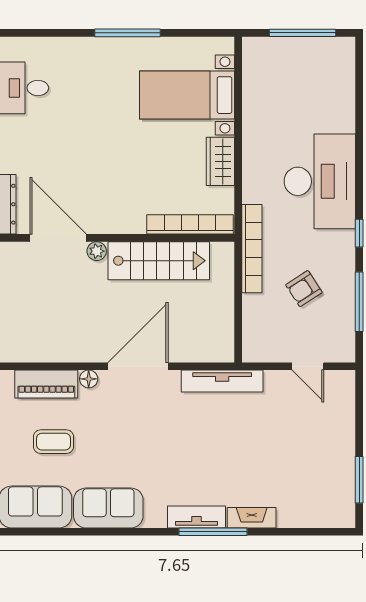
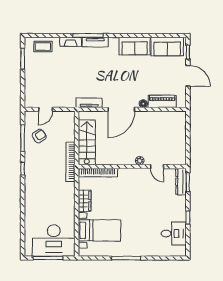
desk: (320, 181) -> (54, 241), moved, turned -90
door: (58, 238) -> (157, 167), width x0.53
stairs: (159, 261) -> (87, 142), moved, turned 90
armchair: (304, 289) -> (39, 136), moved
door: (308, 366) -> (46, 109), swing flipped
tv unit: (222, 381) -> (89, 103), width x0.71
coffee table: (54, 442) -> (43, 47), moved

